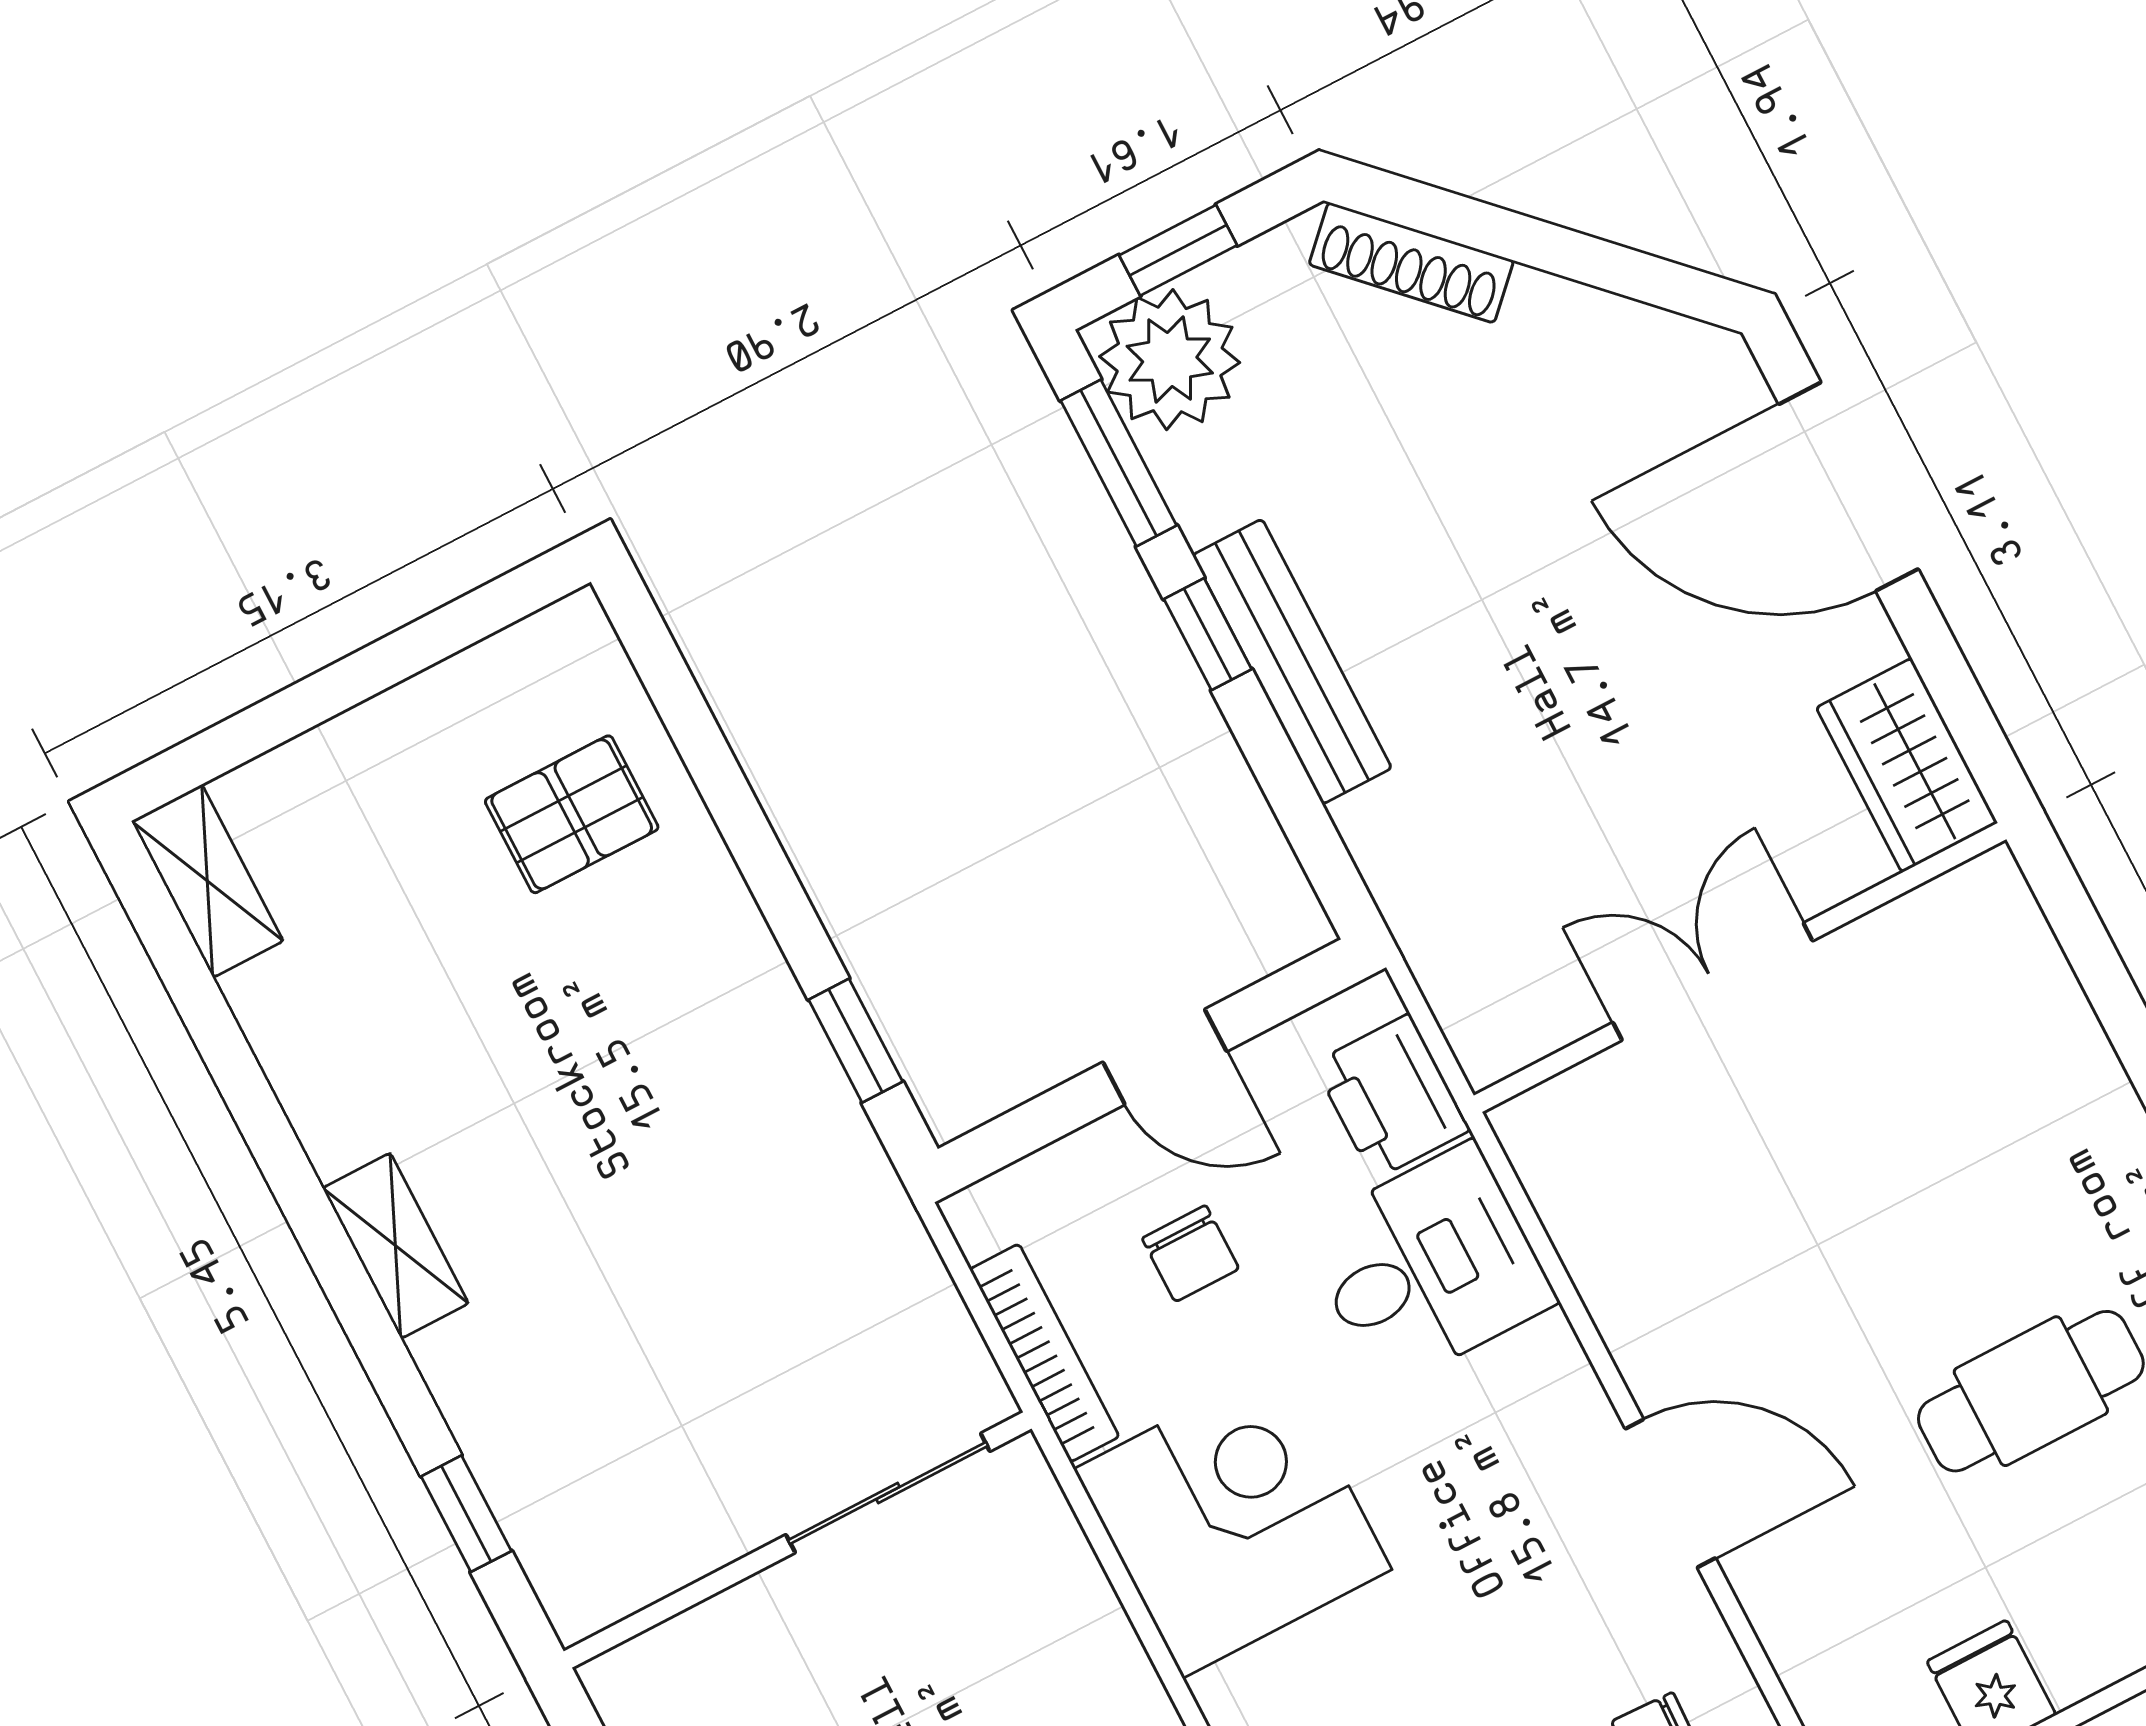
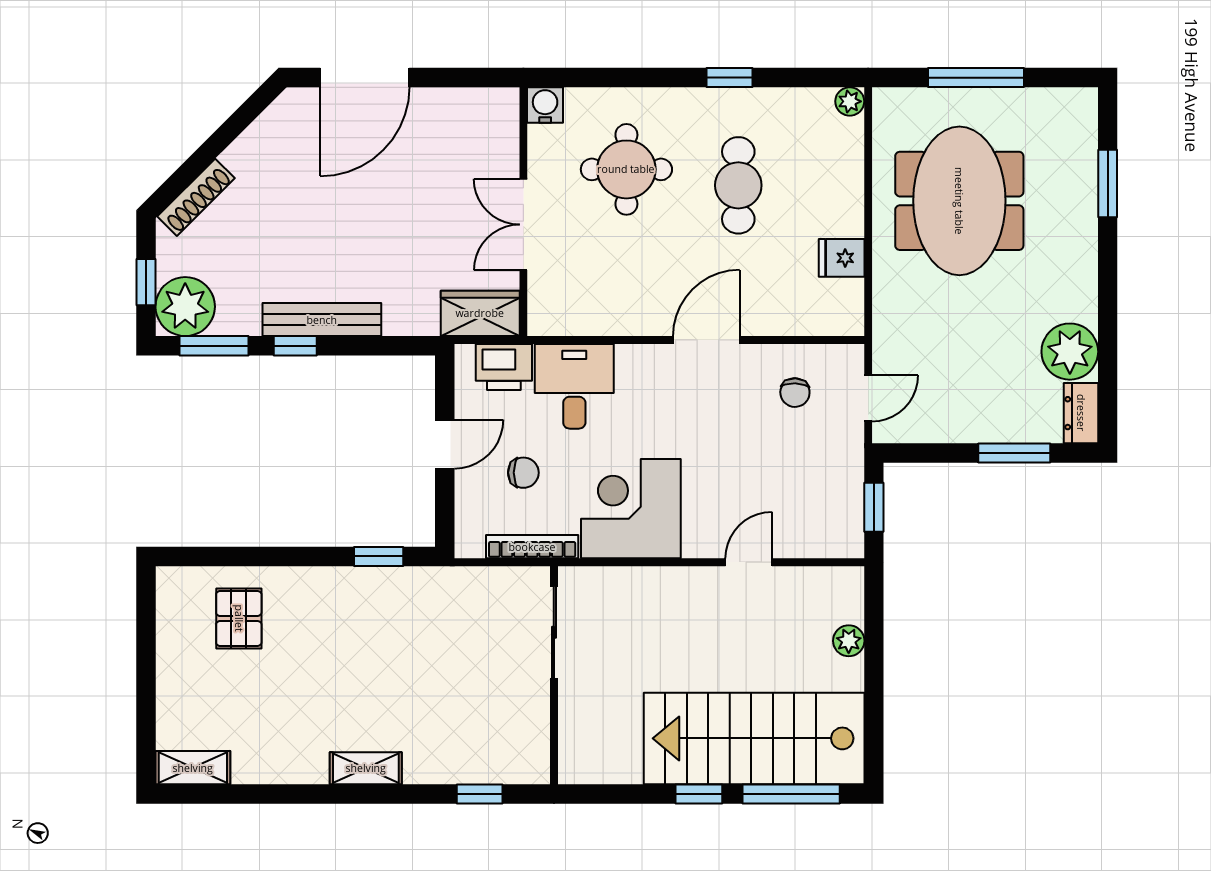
wardrobe: (1907, 765) -> (480, 313), moved, turned 180
water cooler: (1988, 896) -> (545, 105), added
round table: (1942, 1138) -> (626, 169), added

